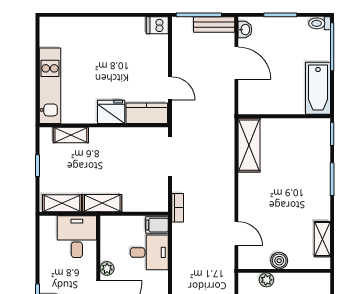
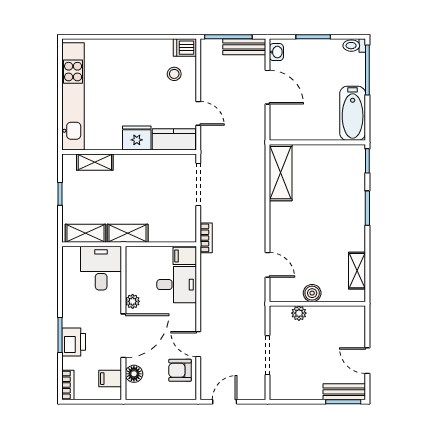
stool: (147, 51) -> (174, 74), added
kitchen unit: (50, 86) -> (73, 96), width x1.36

